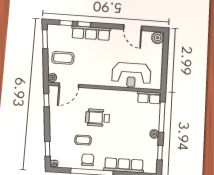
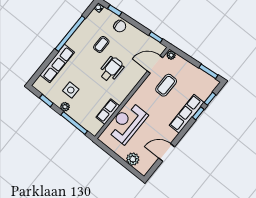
plant: (158, 38) -> (133, 159), moved
coffee table: (63, 58) -> (166, 85), moved
door: (69, 85) -> (155, 64), hinge flipped
row of seats: (149, 98) -> (108, 112), moved
side table: (137, 139) -> (71, 90), added
chair: (88, 160) -> (120, 26), moved

